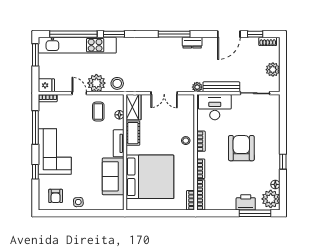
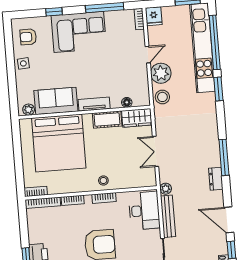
coffee table: (98, 112) -> (129, 78), removed
plant: (119, 201) -> (29, 110), added

